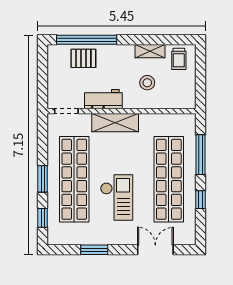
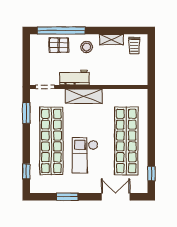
stool: (147, 83) -> (87, 47), moved
window: (200, 155) -> (151, 121), removed
window: (43, 179) -> (26, 113), moved
checkout: (117, 198) -> (85, 155), turned 180
window: (200, 200) -> (151, 174), moved

